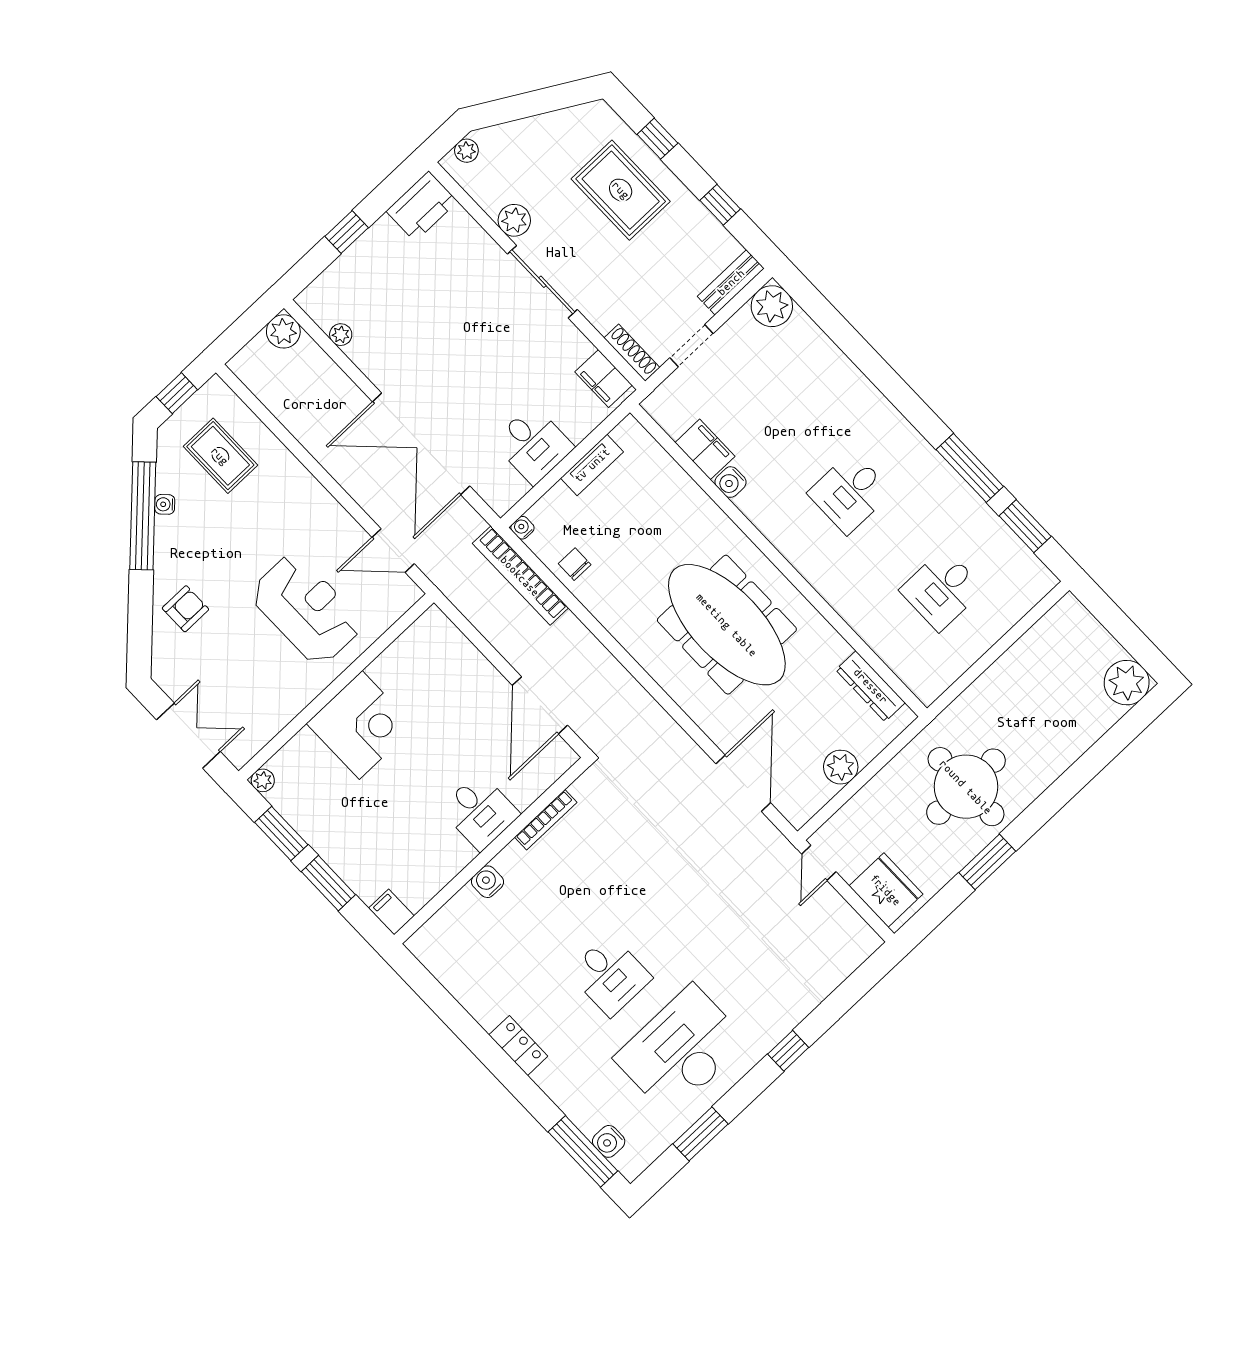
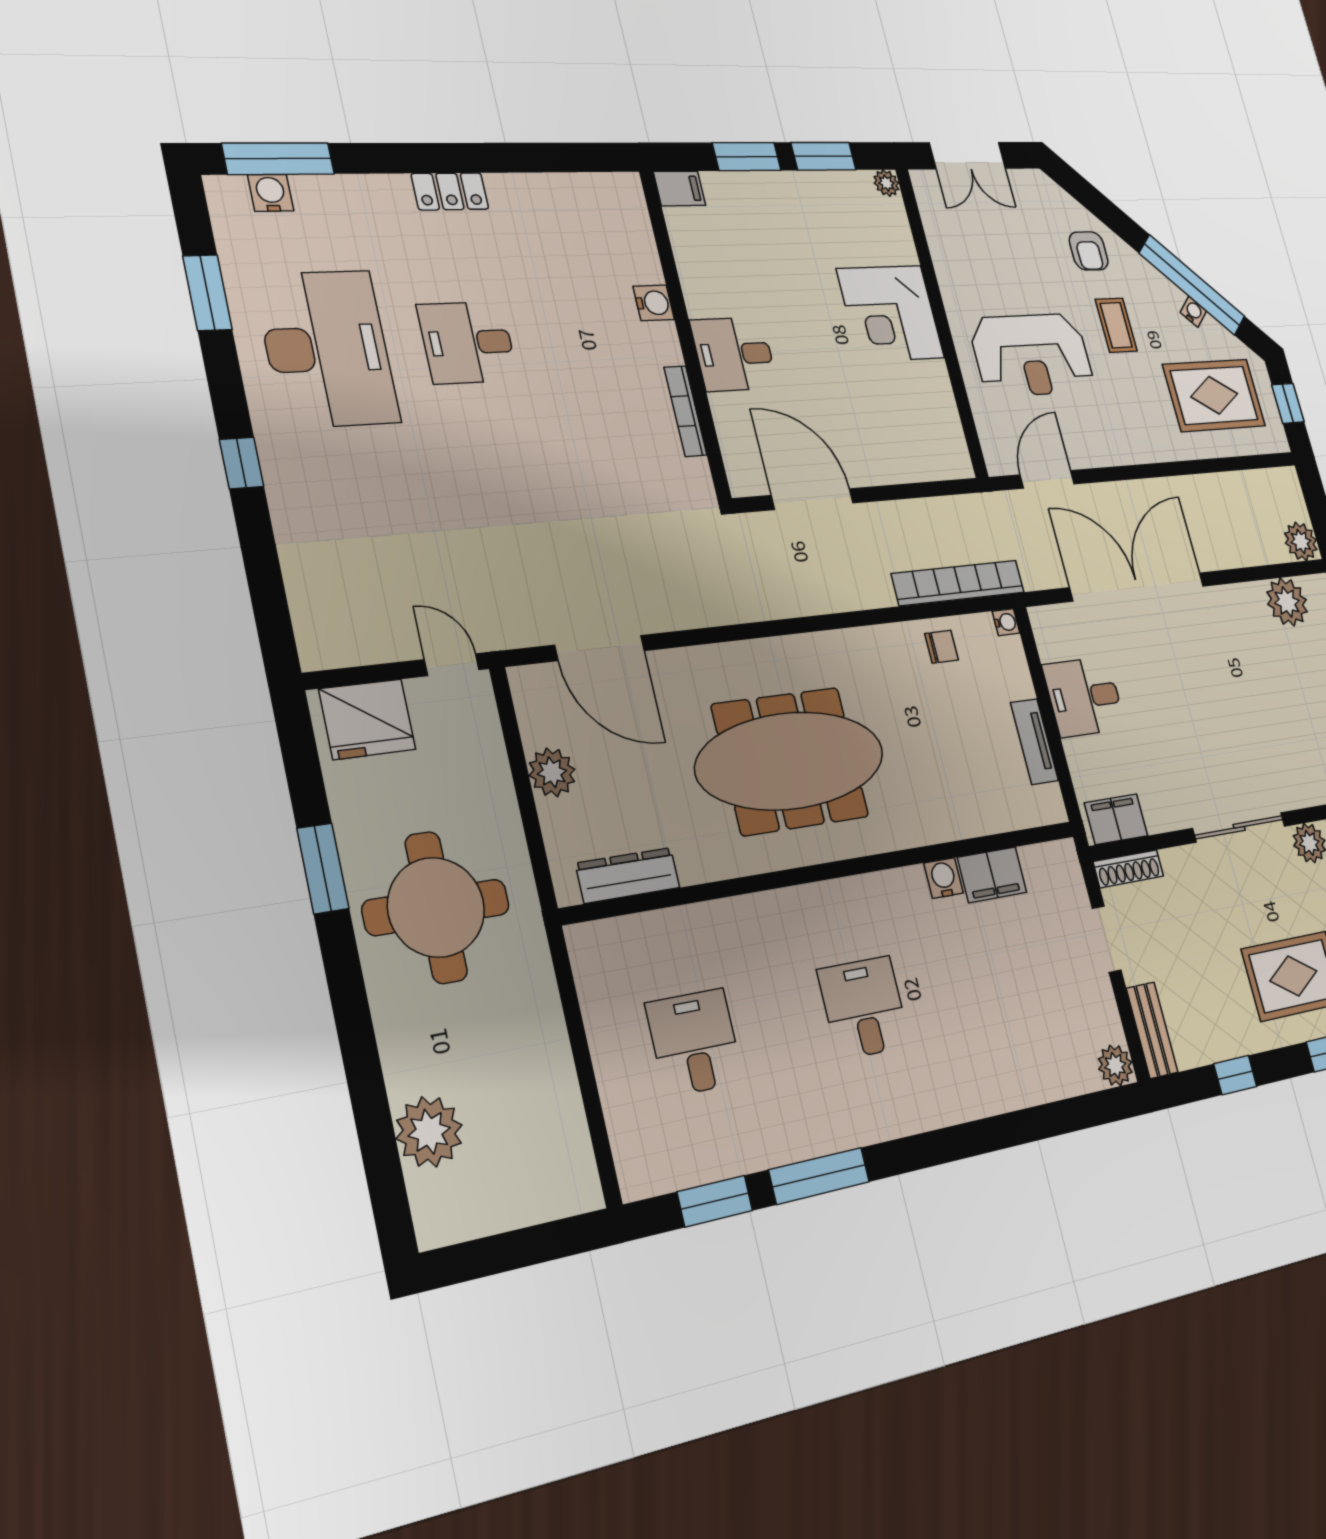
plant: (772, 306) -> (1115, 1065), width x0.73, depth x0.73
plant: (341, 335) -> (1287, 602), width x1.88, depth x1.88
rug: (220, 456) -> (1214, 395), width x1.36, depth x1.43
coffee table: (228, 559) -> (1116, 325), added
plant: (1127, 683) -> (429, 1132), moved

